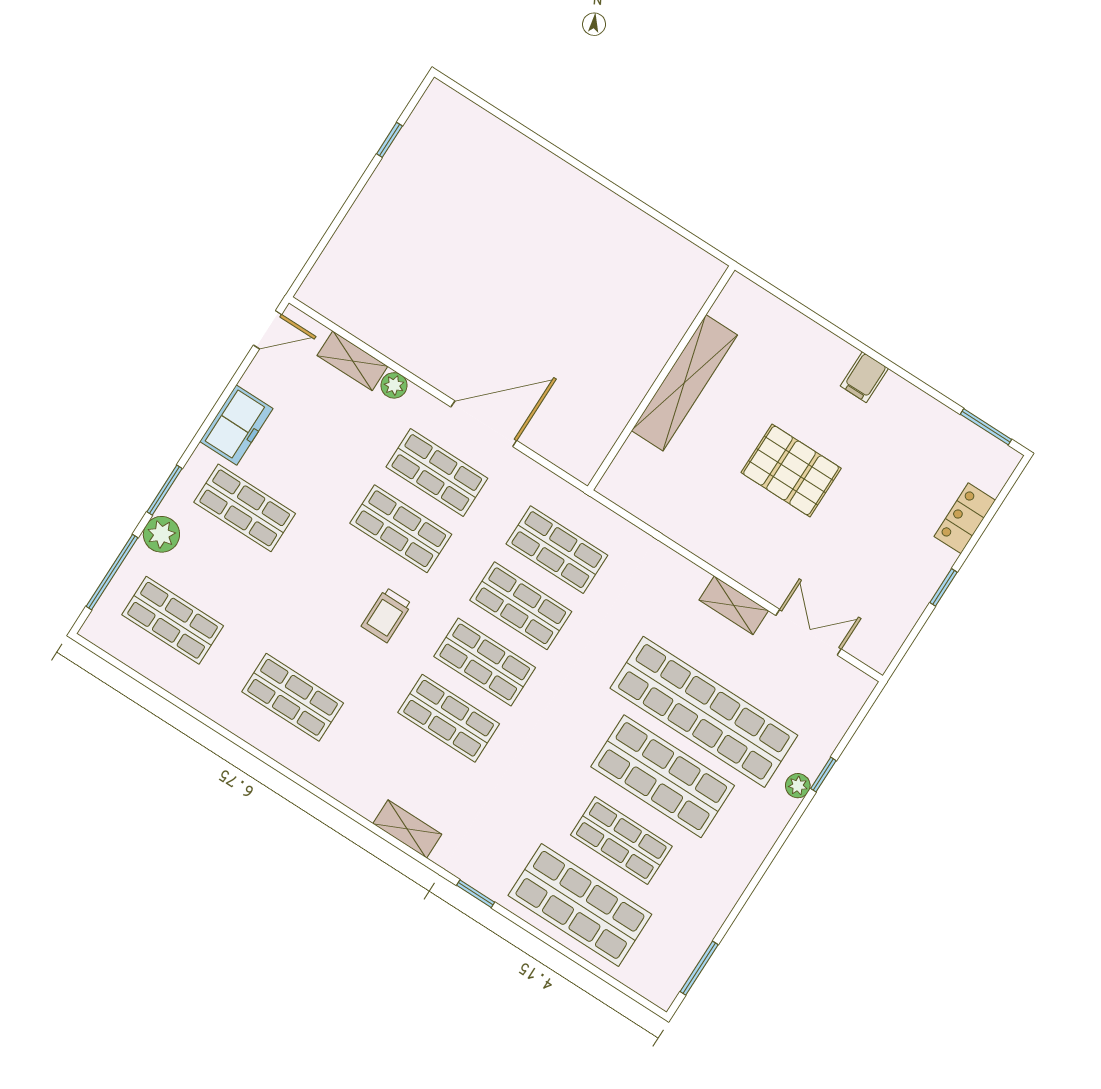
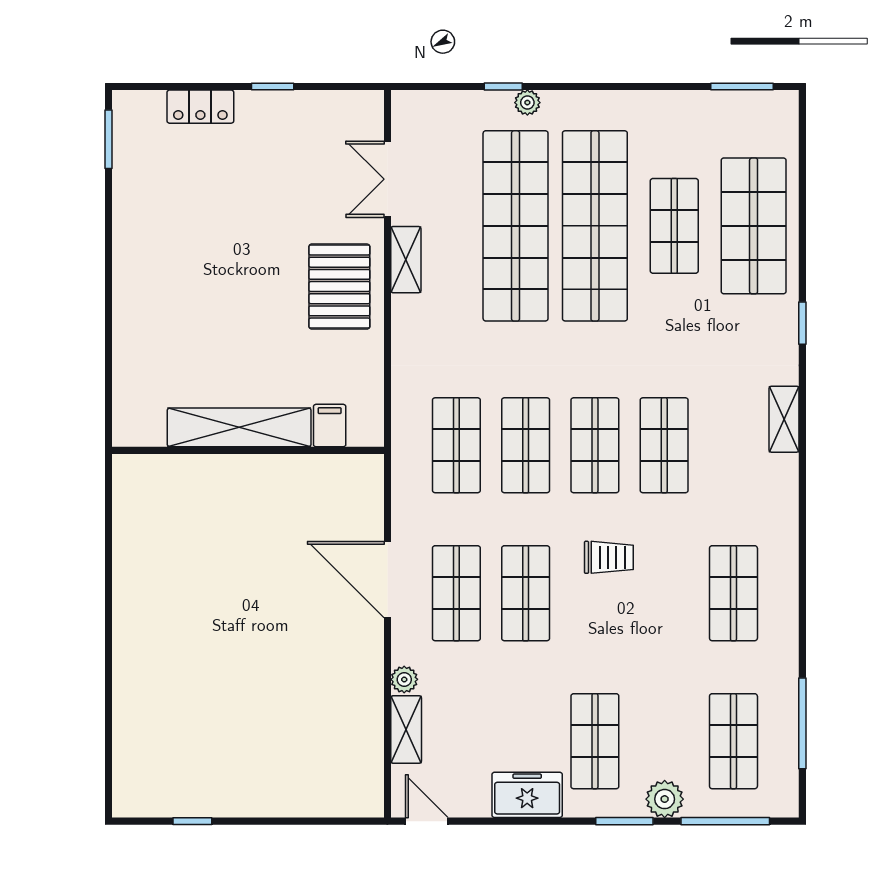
filing cabinet: (864, 377) -> (330, 426), moved, turned -90
pallet: (791, 470) -> (339, 287), moved
window: (151, 685) -> (802, 723), added
shop shelf: (663, 776) -> (595, 226), width x1.40

